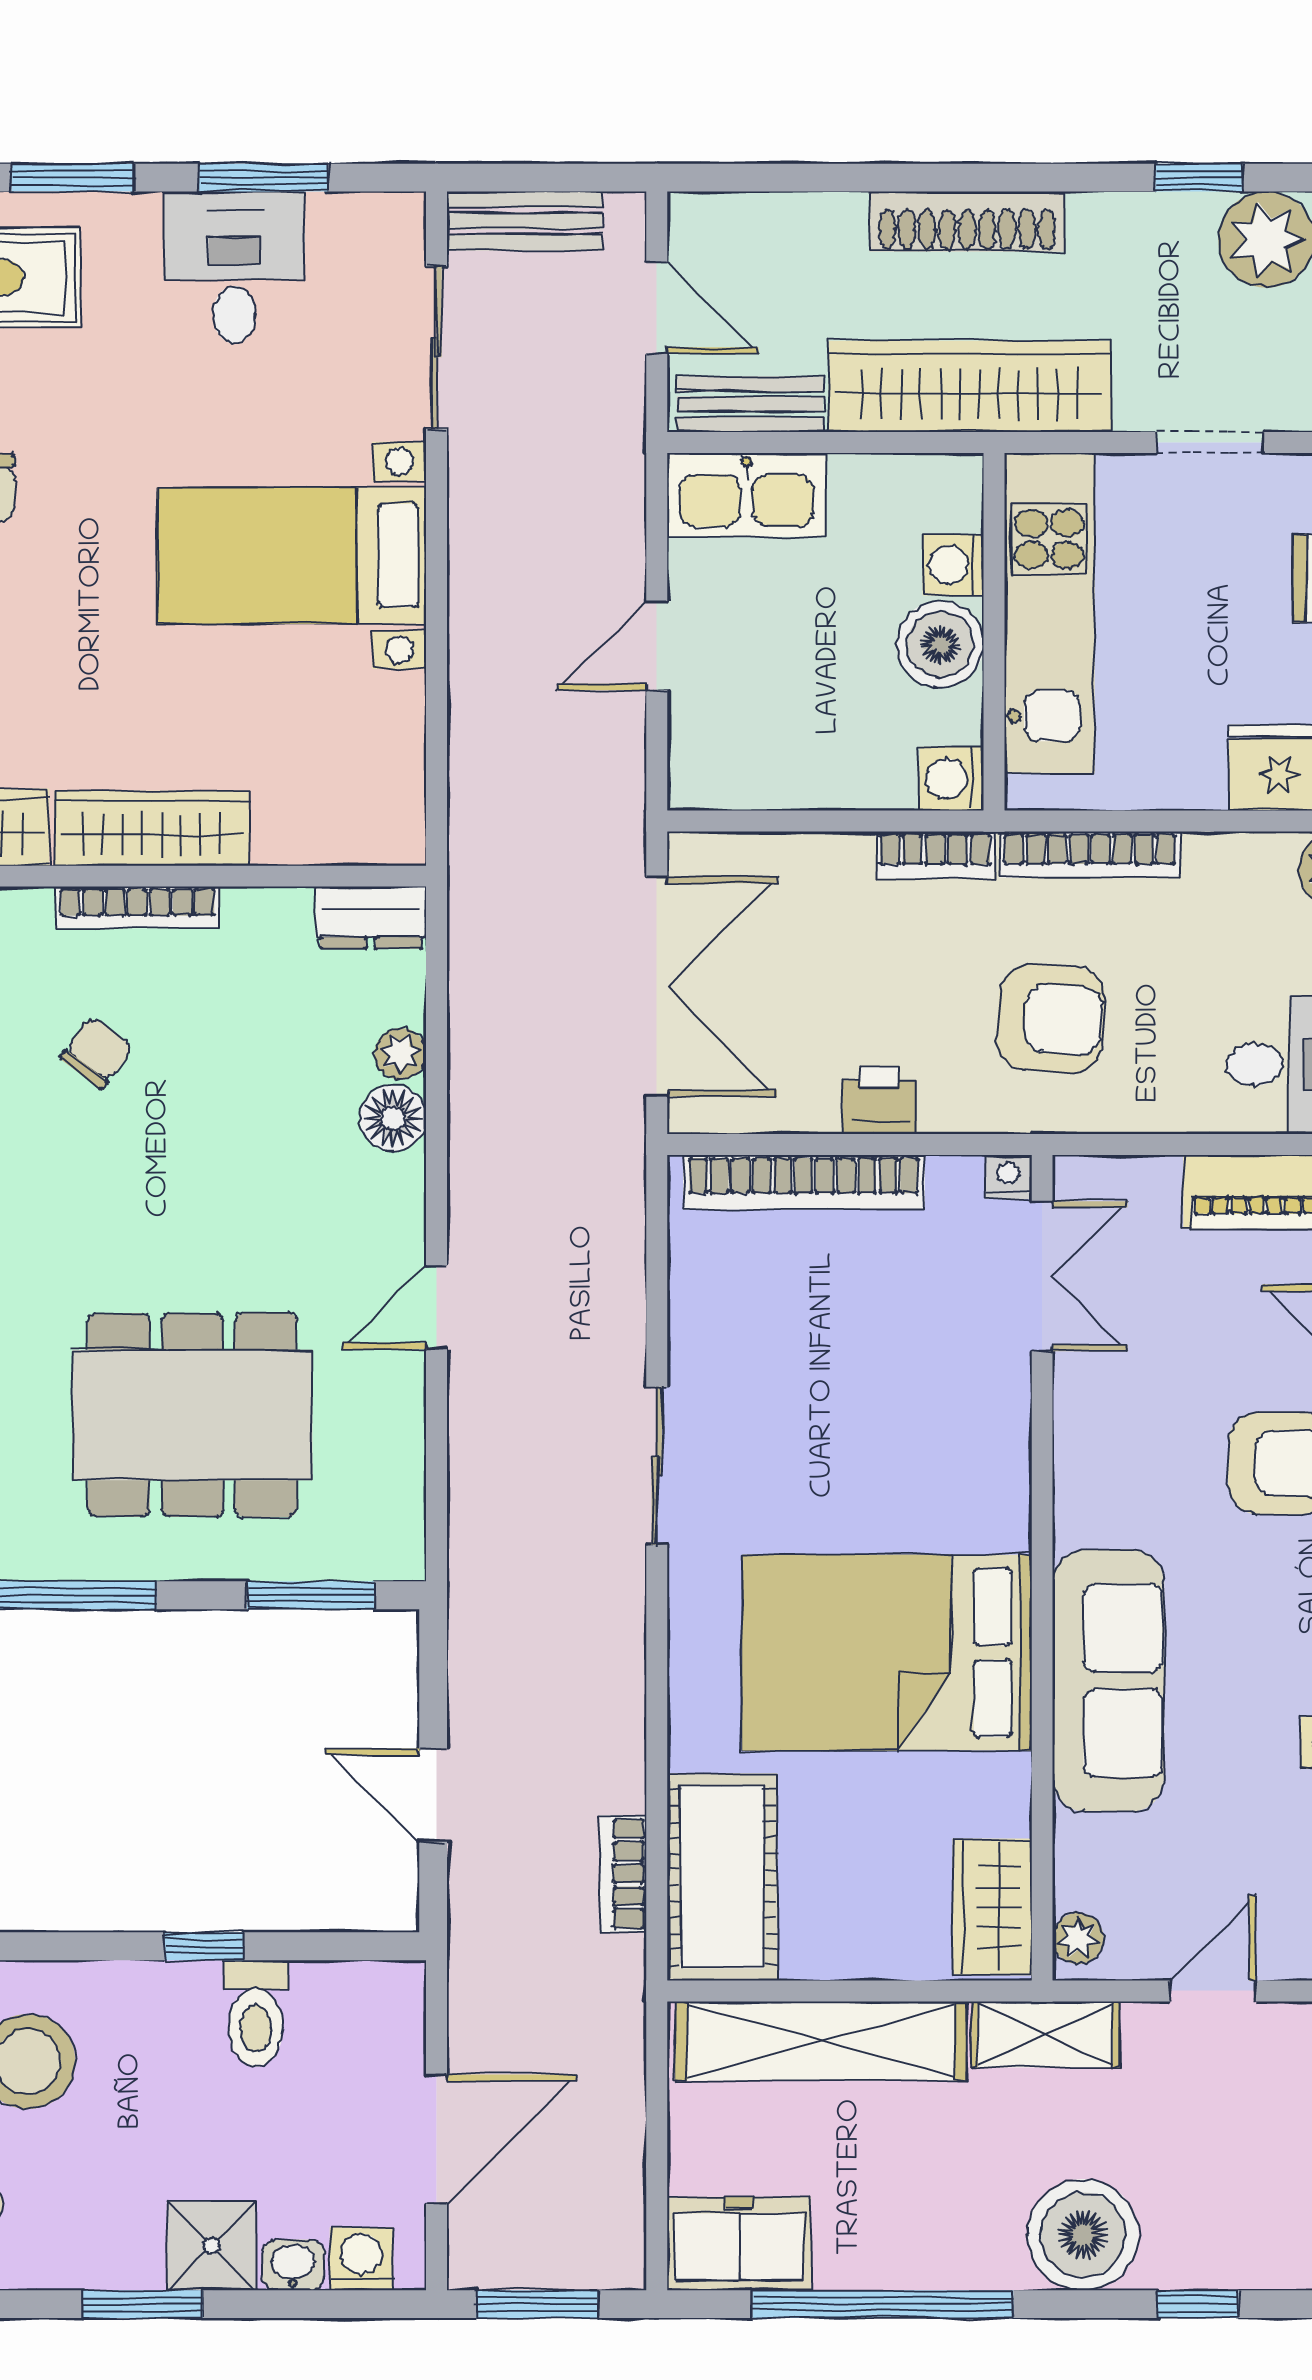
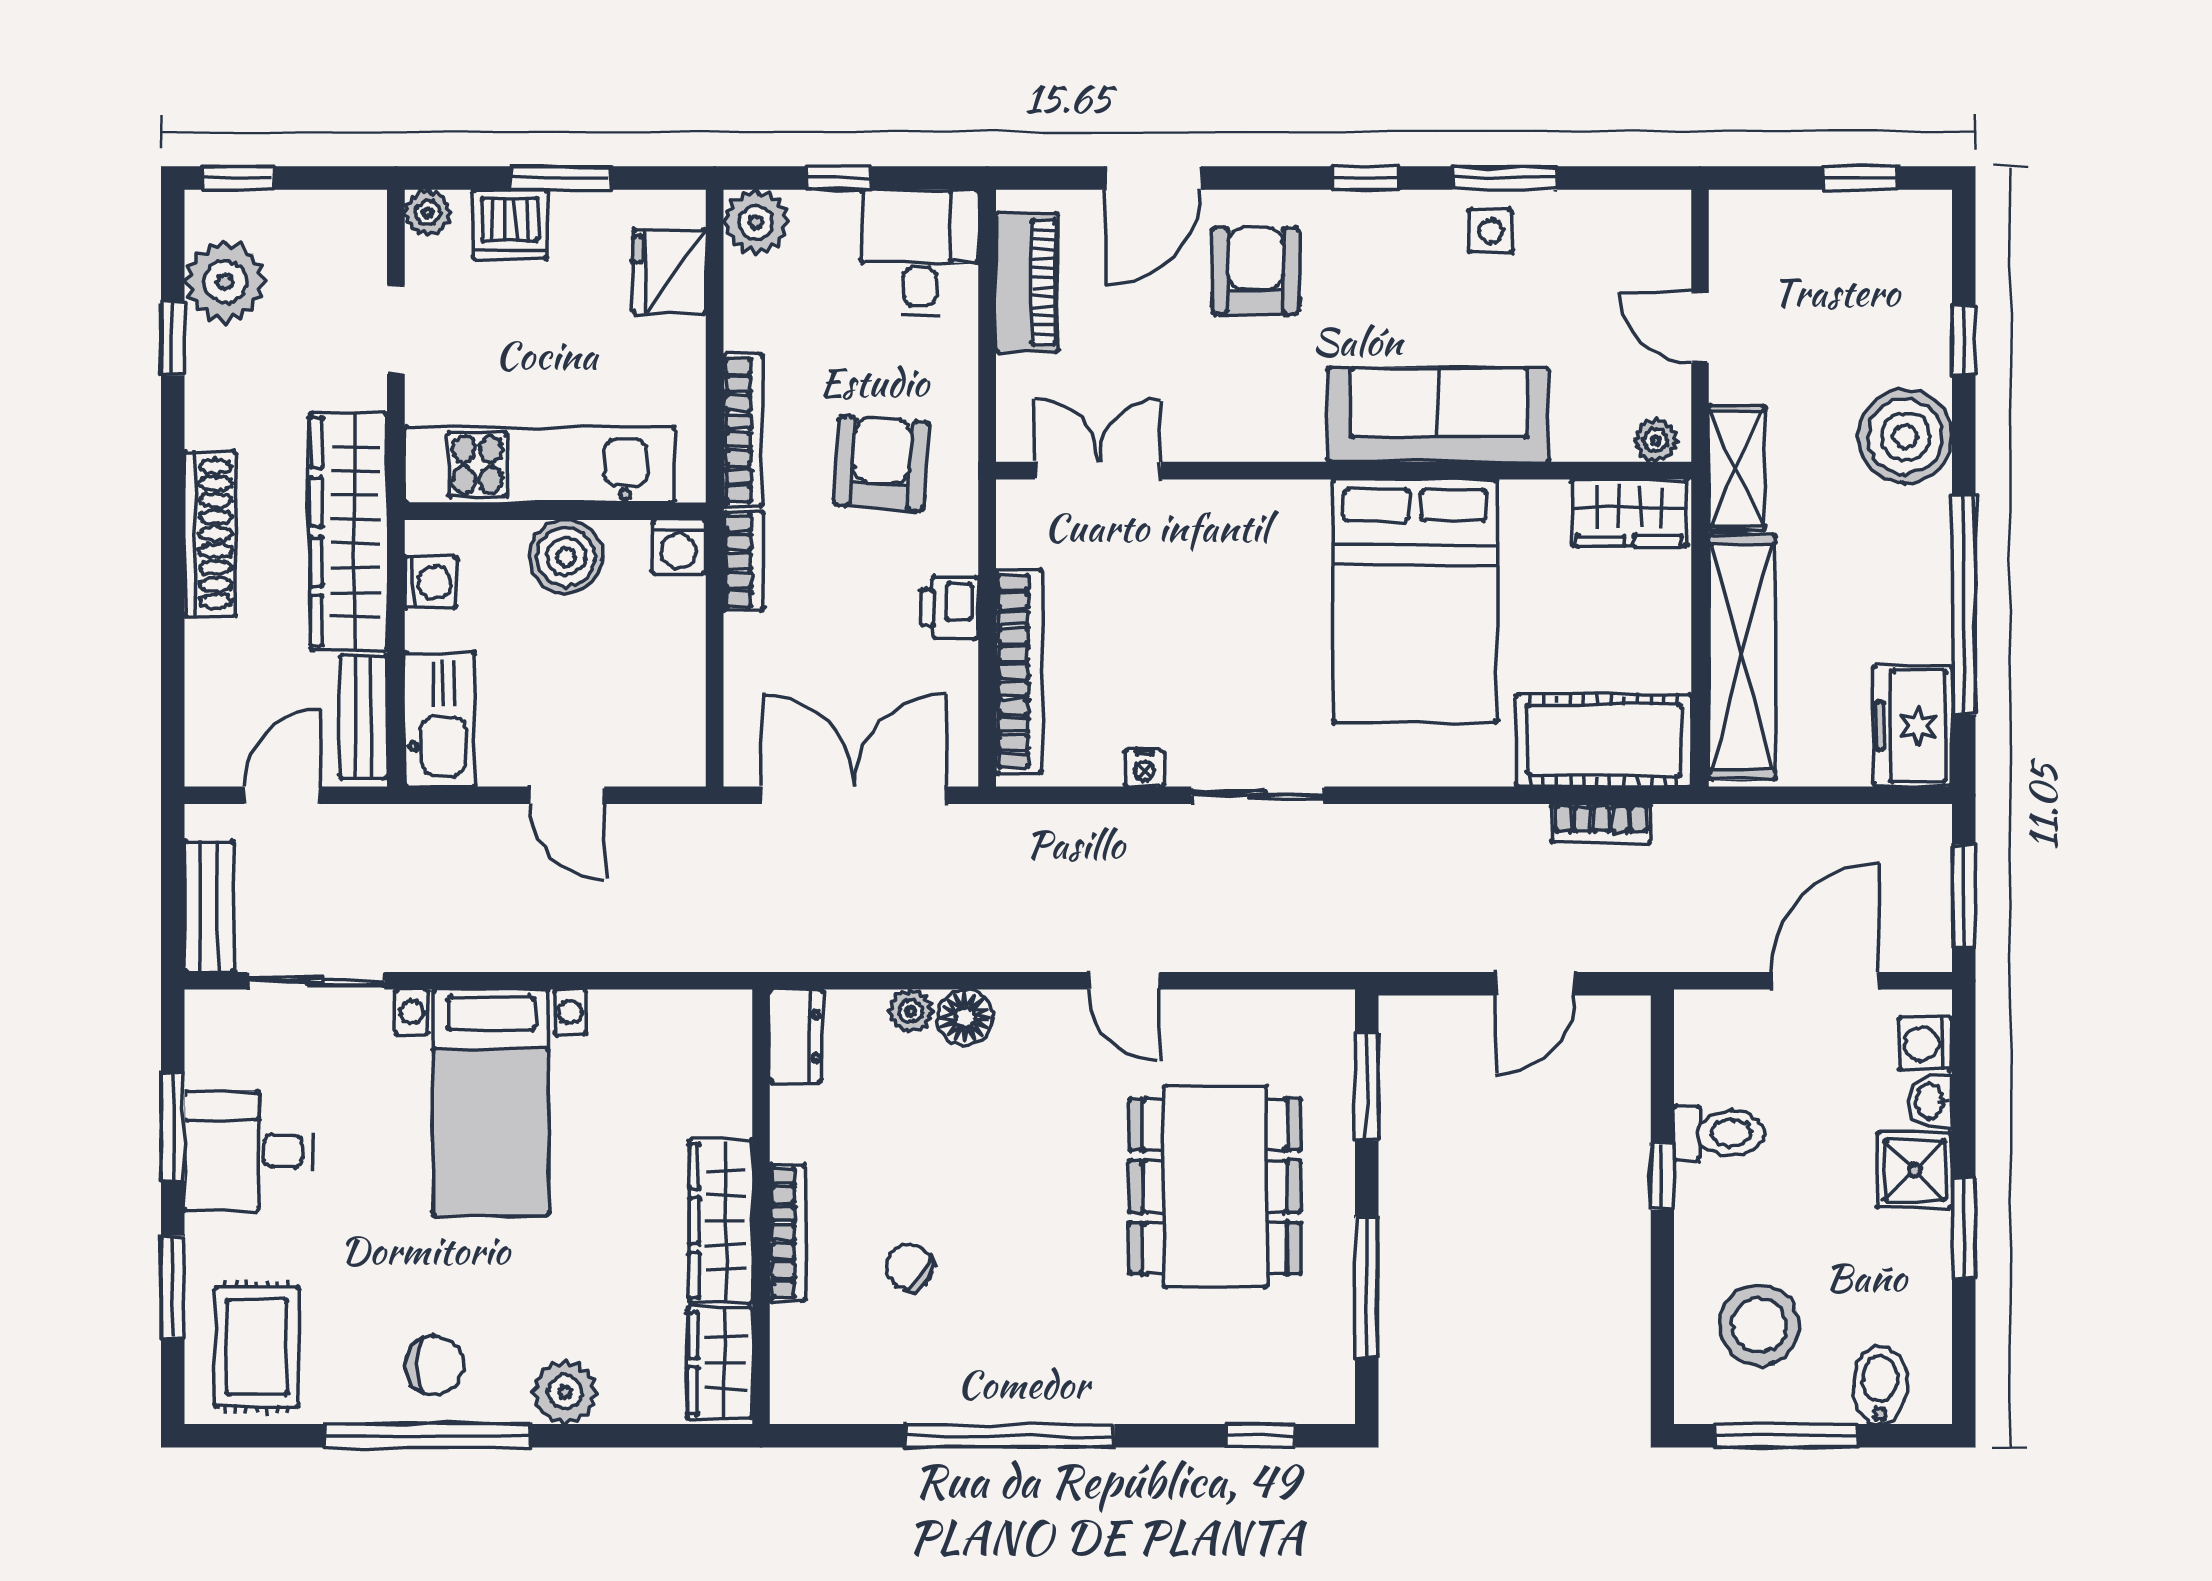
washing machine: (953, 565) -> (430, 582), moved, turned -90
nightstand: (1009, 1177) -> (1144, 768), moved, turned -90
door: (437, 2139) -> (1825, 981), hinge flipped

